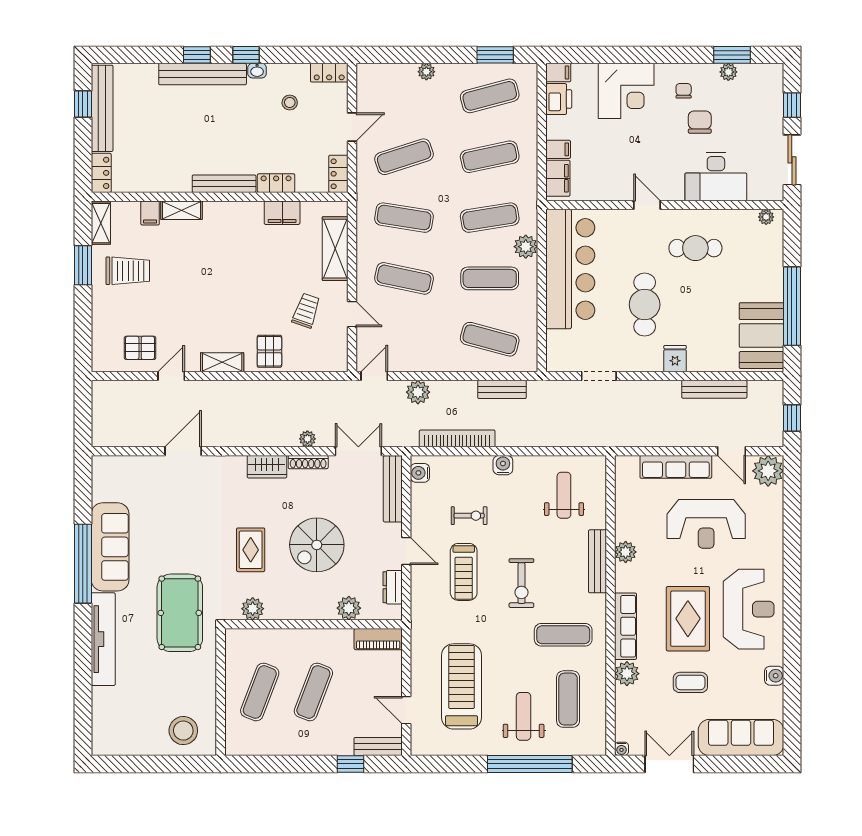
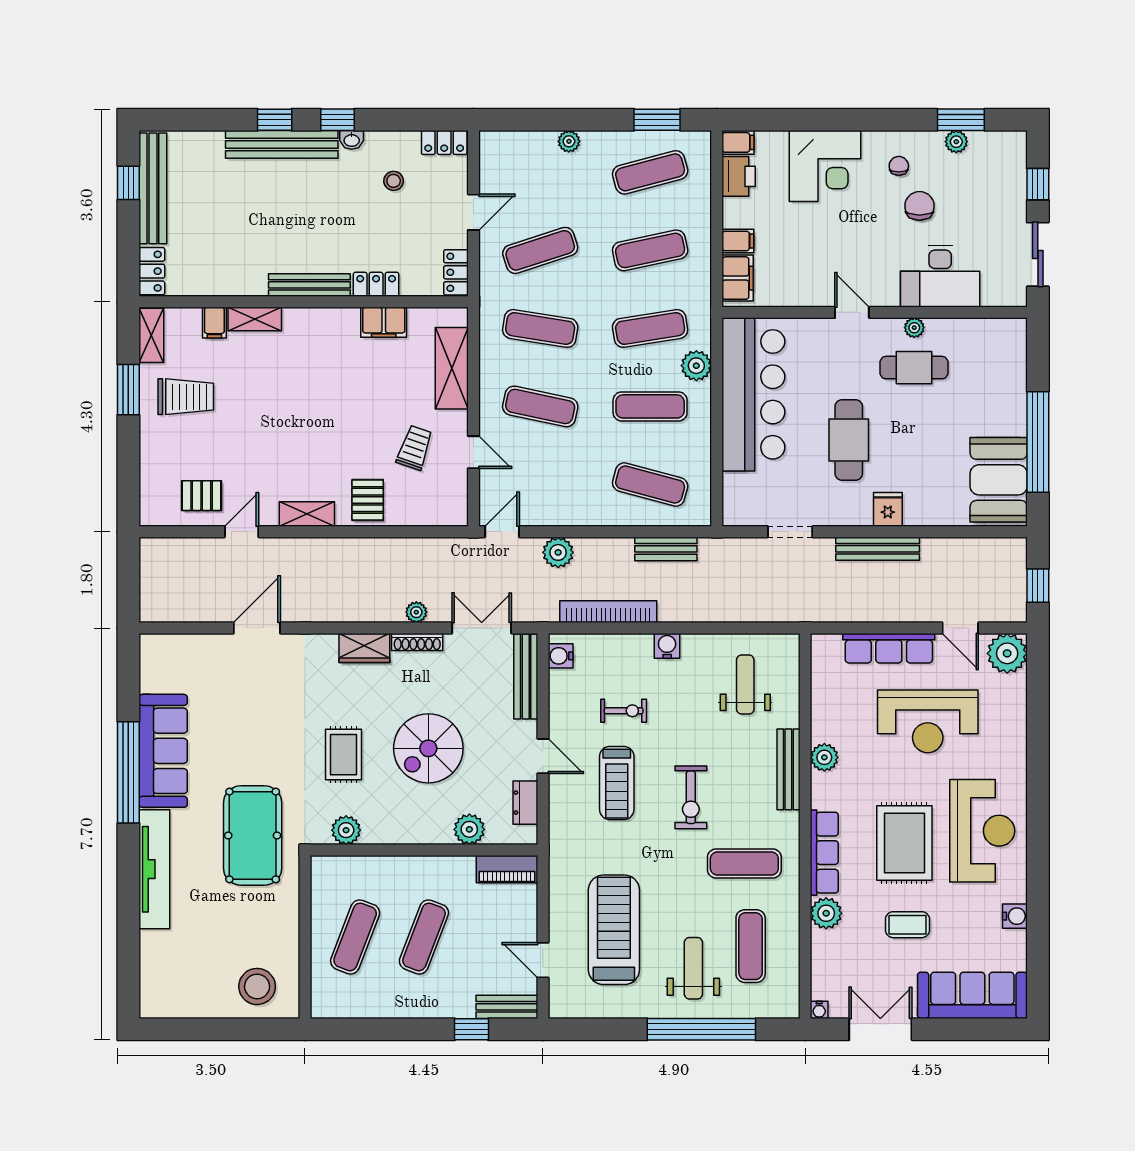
plant: (766, 217) -> (914, 328), moved
bench: (714, 389) -> (878, 549), moved

